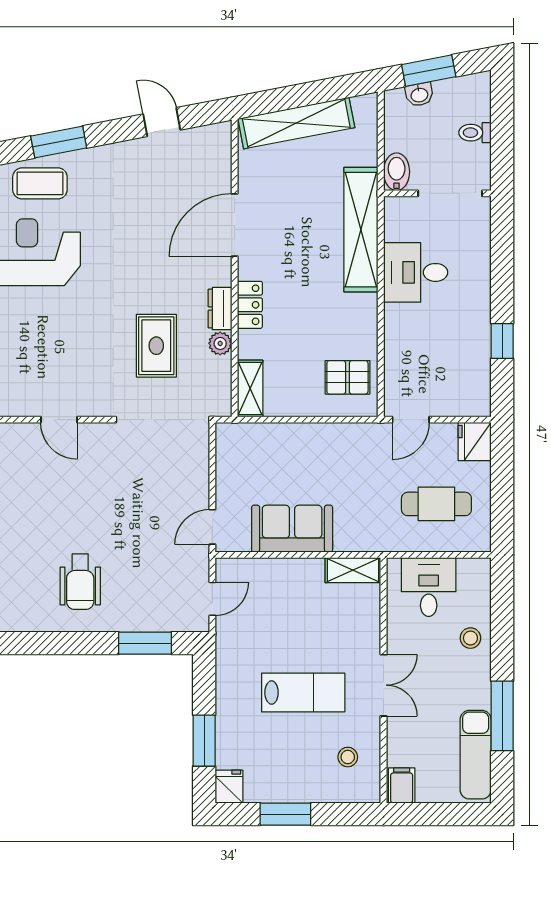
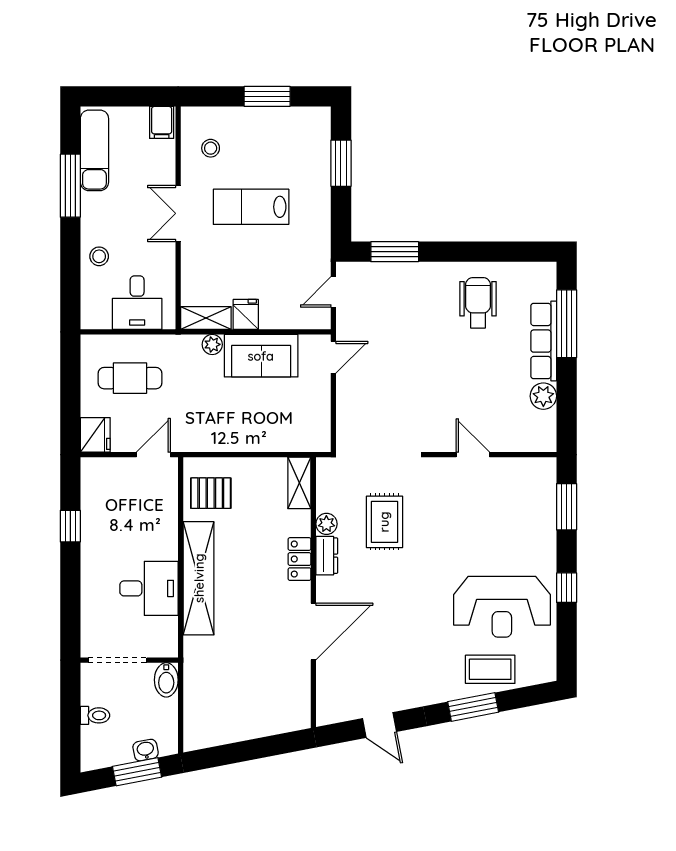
shelving: (296, 123) -> (257, 724), removed
shelving: (361, 230) -> (199, 578), moved
plant: (346, 541) -> (212, 344), added
wheelchair: (80, 582) -> (478, 303), moved
fridge: (229, 787) -> (246, 314), moved, turned 180

